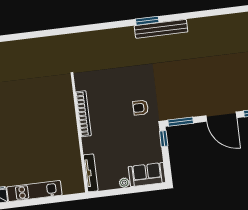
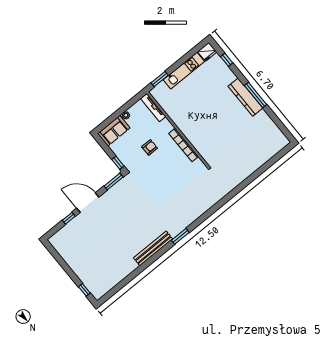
bench: (161, 29) -> (153, 248), moved
armchair: (141, 108) -> (150, 147), moved
window: (65, 198) -> (160, 79), added

